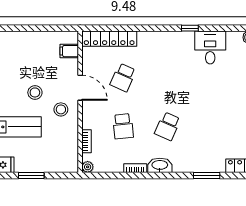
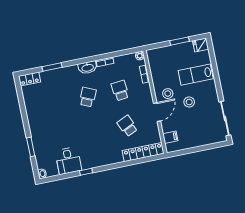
school desk: (123, 77) -> (127, 126), turned -48
door: (80, 88) -> (157, 112), swing flipped

